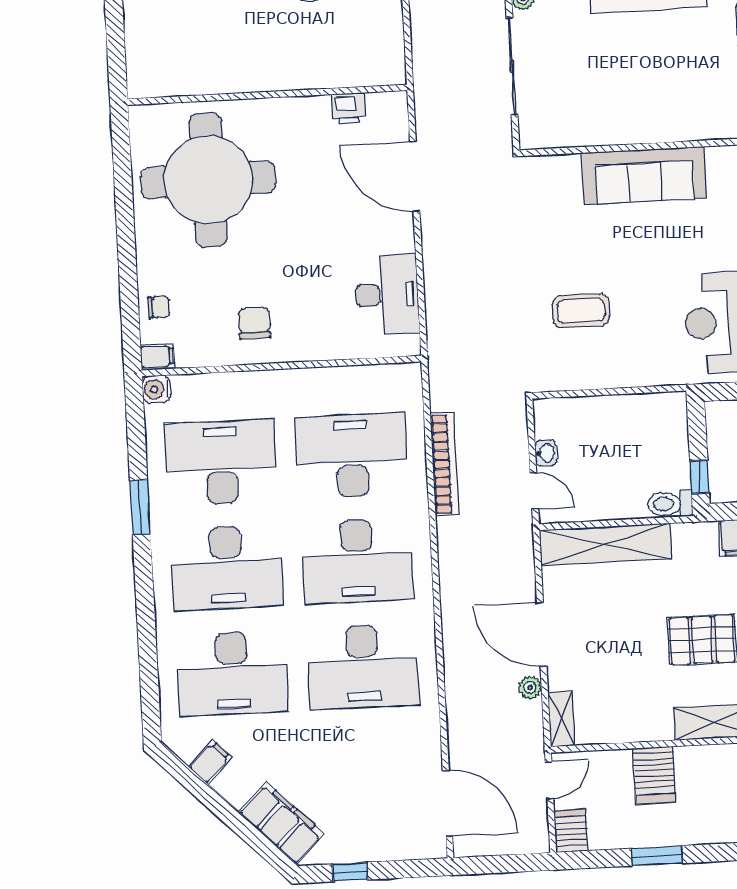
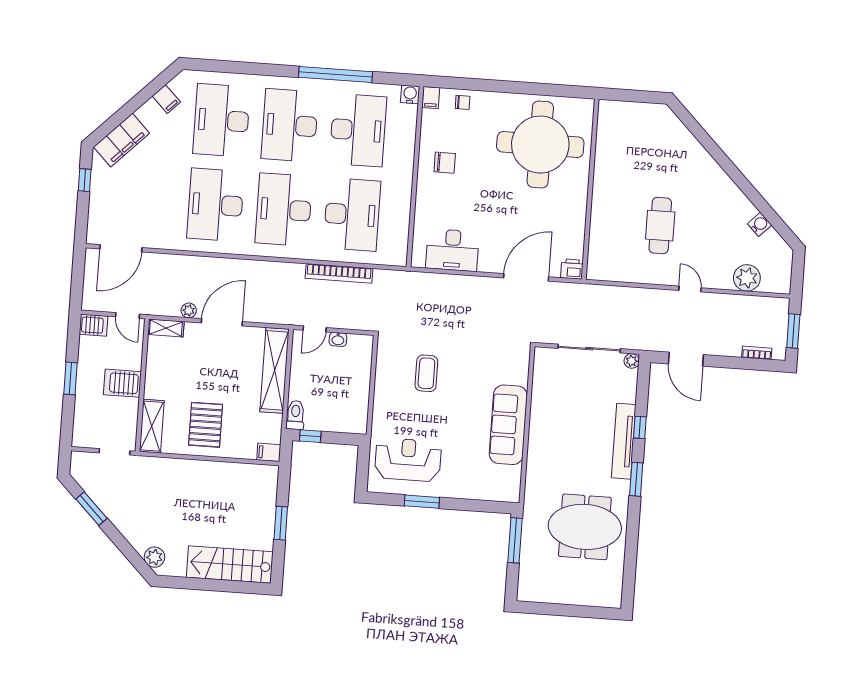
printer: (349, 108) -> (572, 269), moved, turned 90
chair: (159, 307) -> (463, 102), turned -90
window: (140, 507) -> (335, 74), width x2.11

